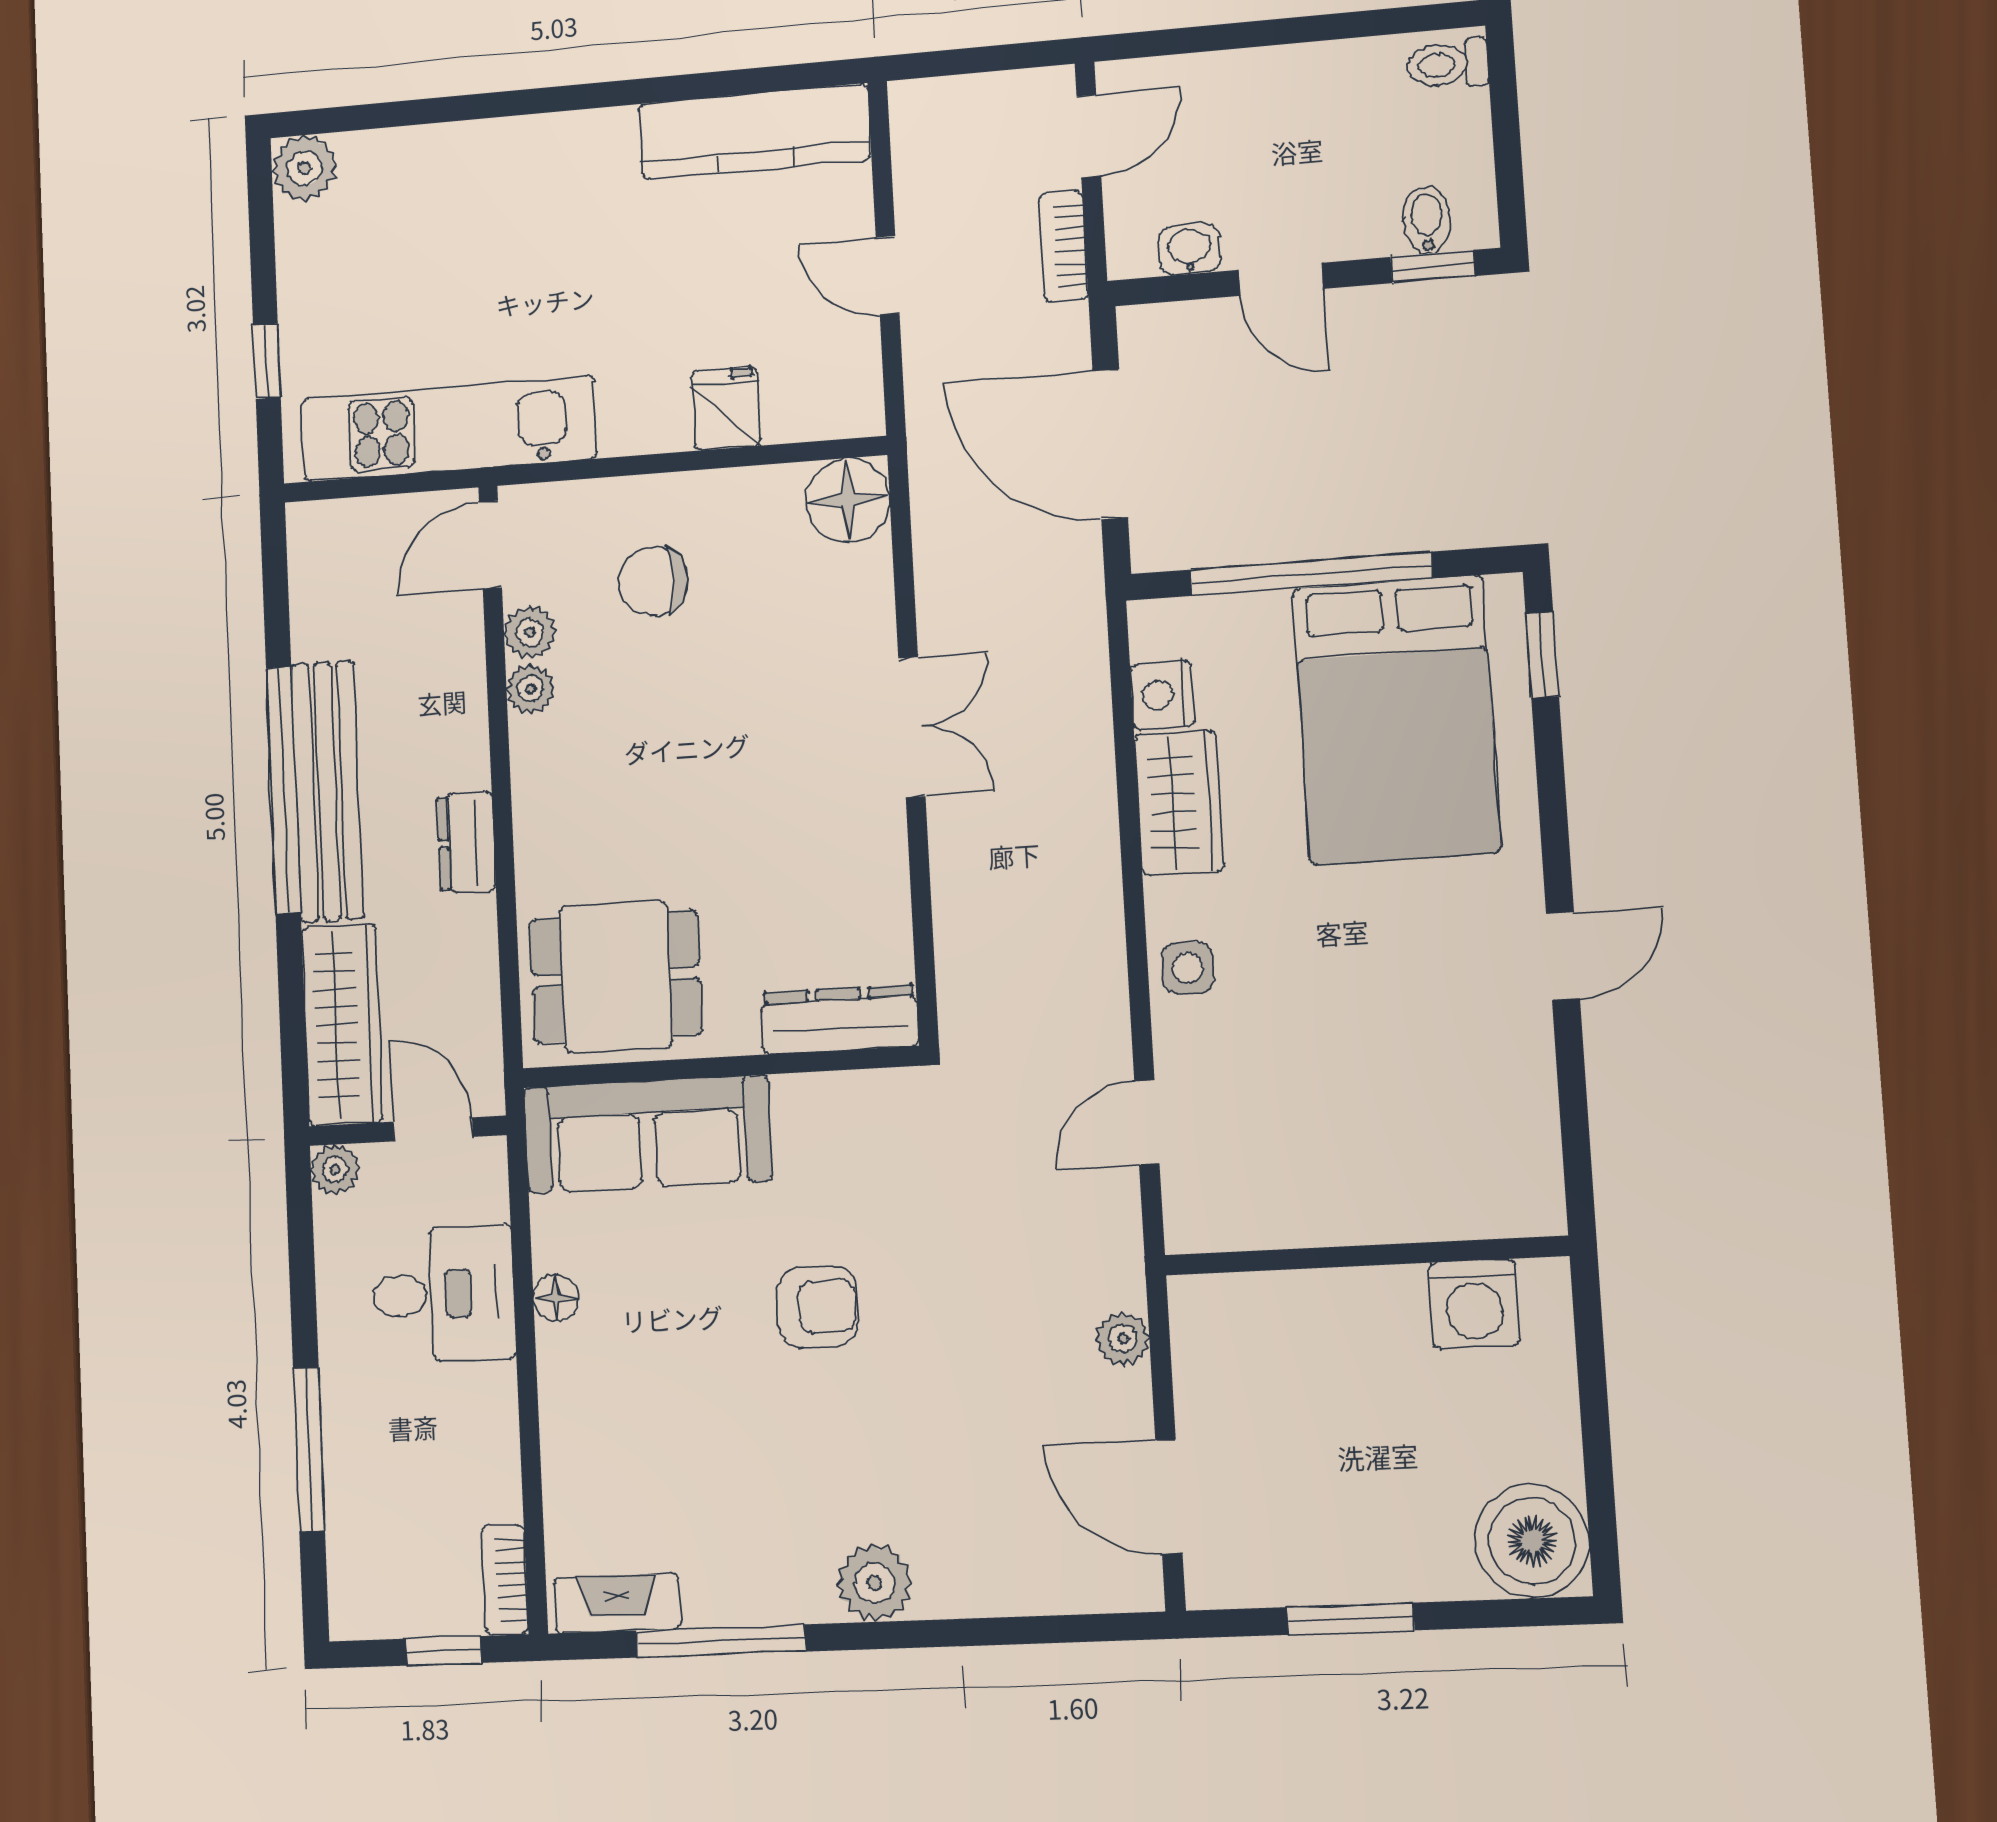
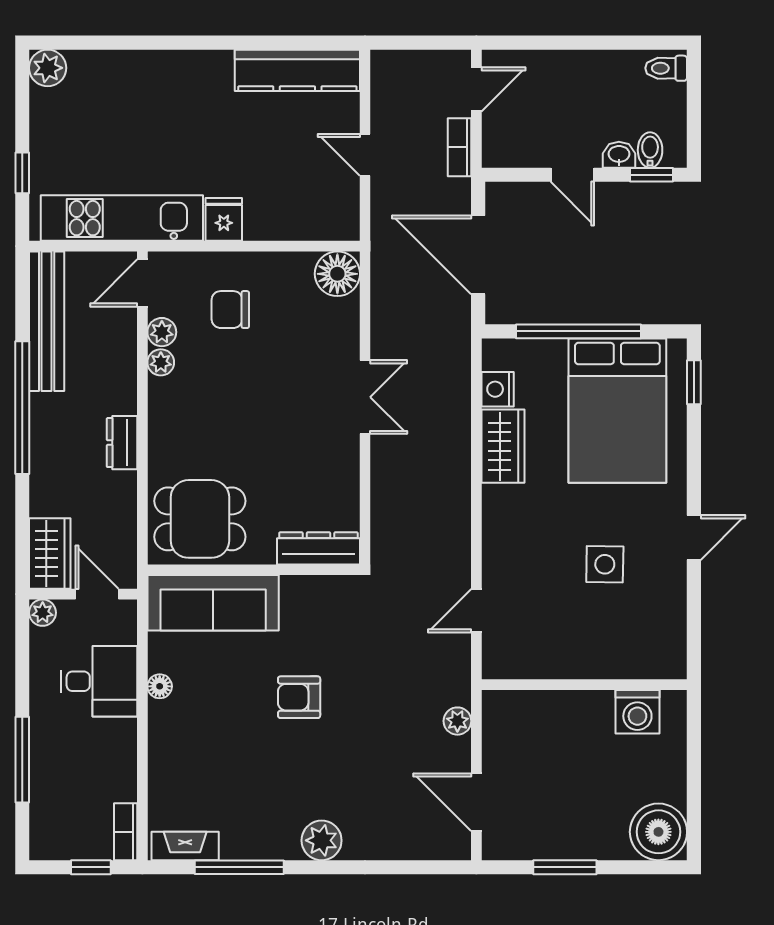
washbasin: (1189, 249) -> (619, 155), moved
fridge: (726, 409) -> (224, 219), moved
bench: (327, 791) -> (47, 321), moved
side table: (1188, 968) -> (605, 564), moved, width x1.37, depth x1.37
wardrobe: (342, 1025) -> (50, 553), width x0.67
armchair: (817, 1307) -> (299, 697), turned 180

